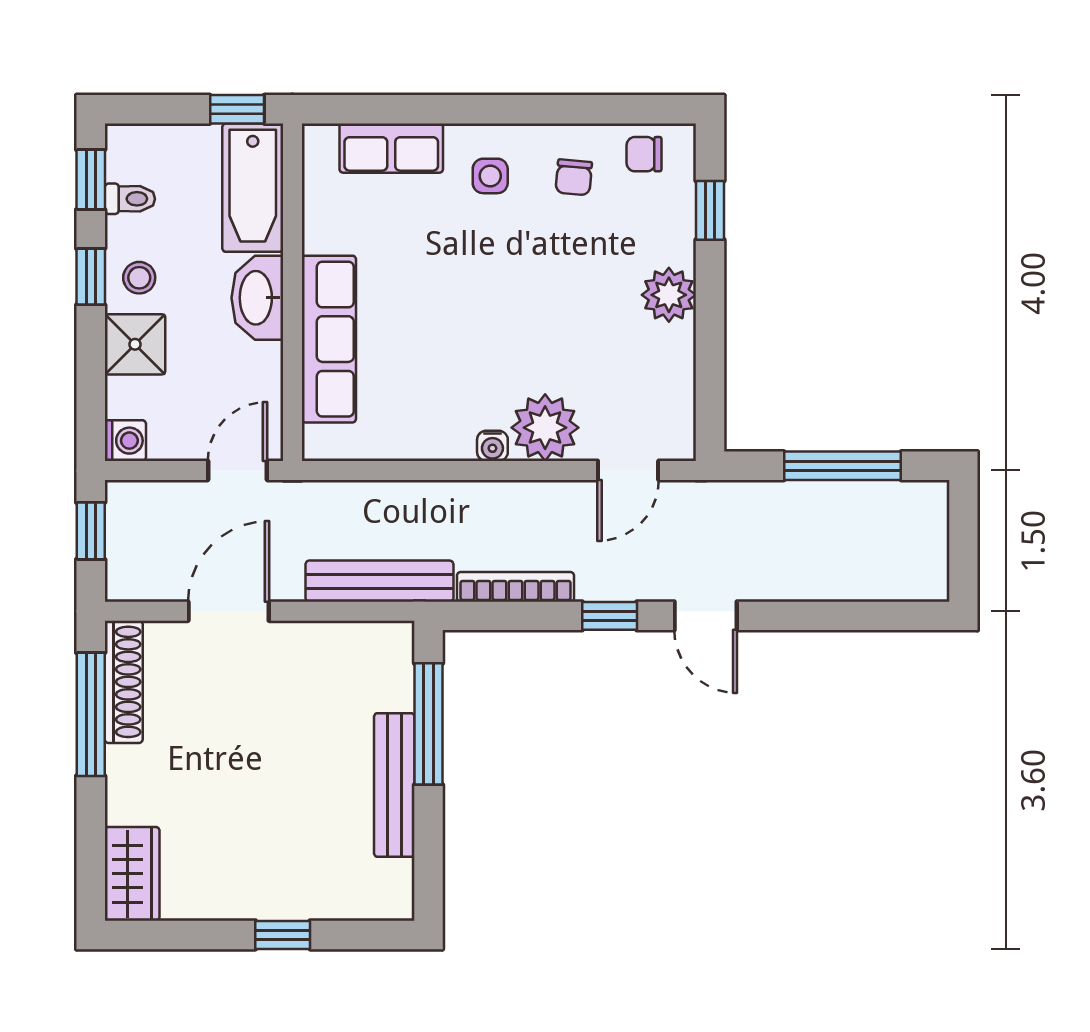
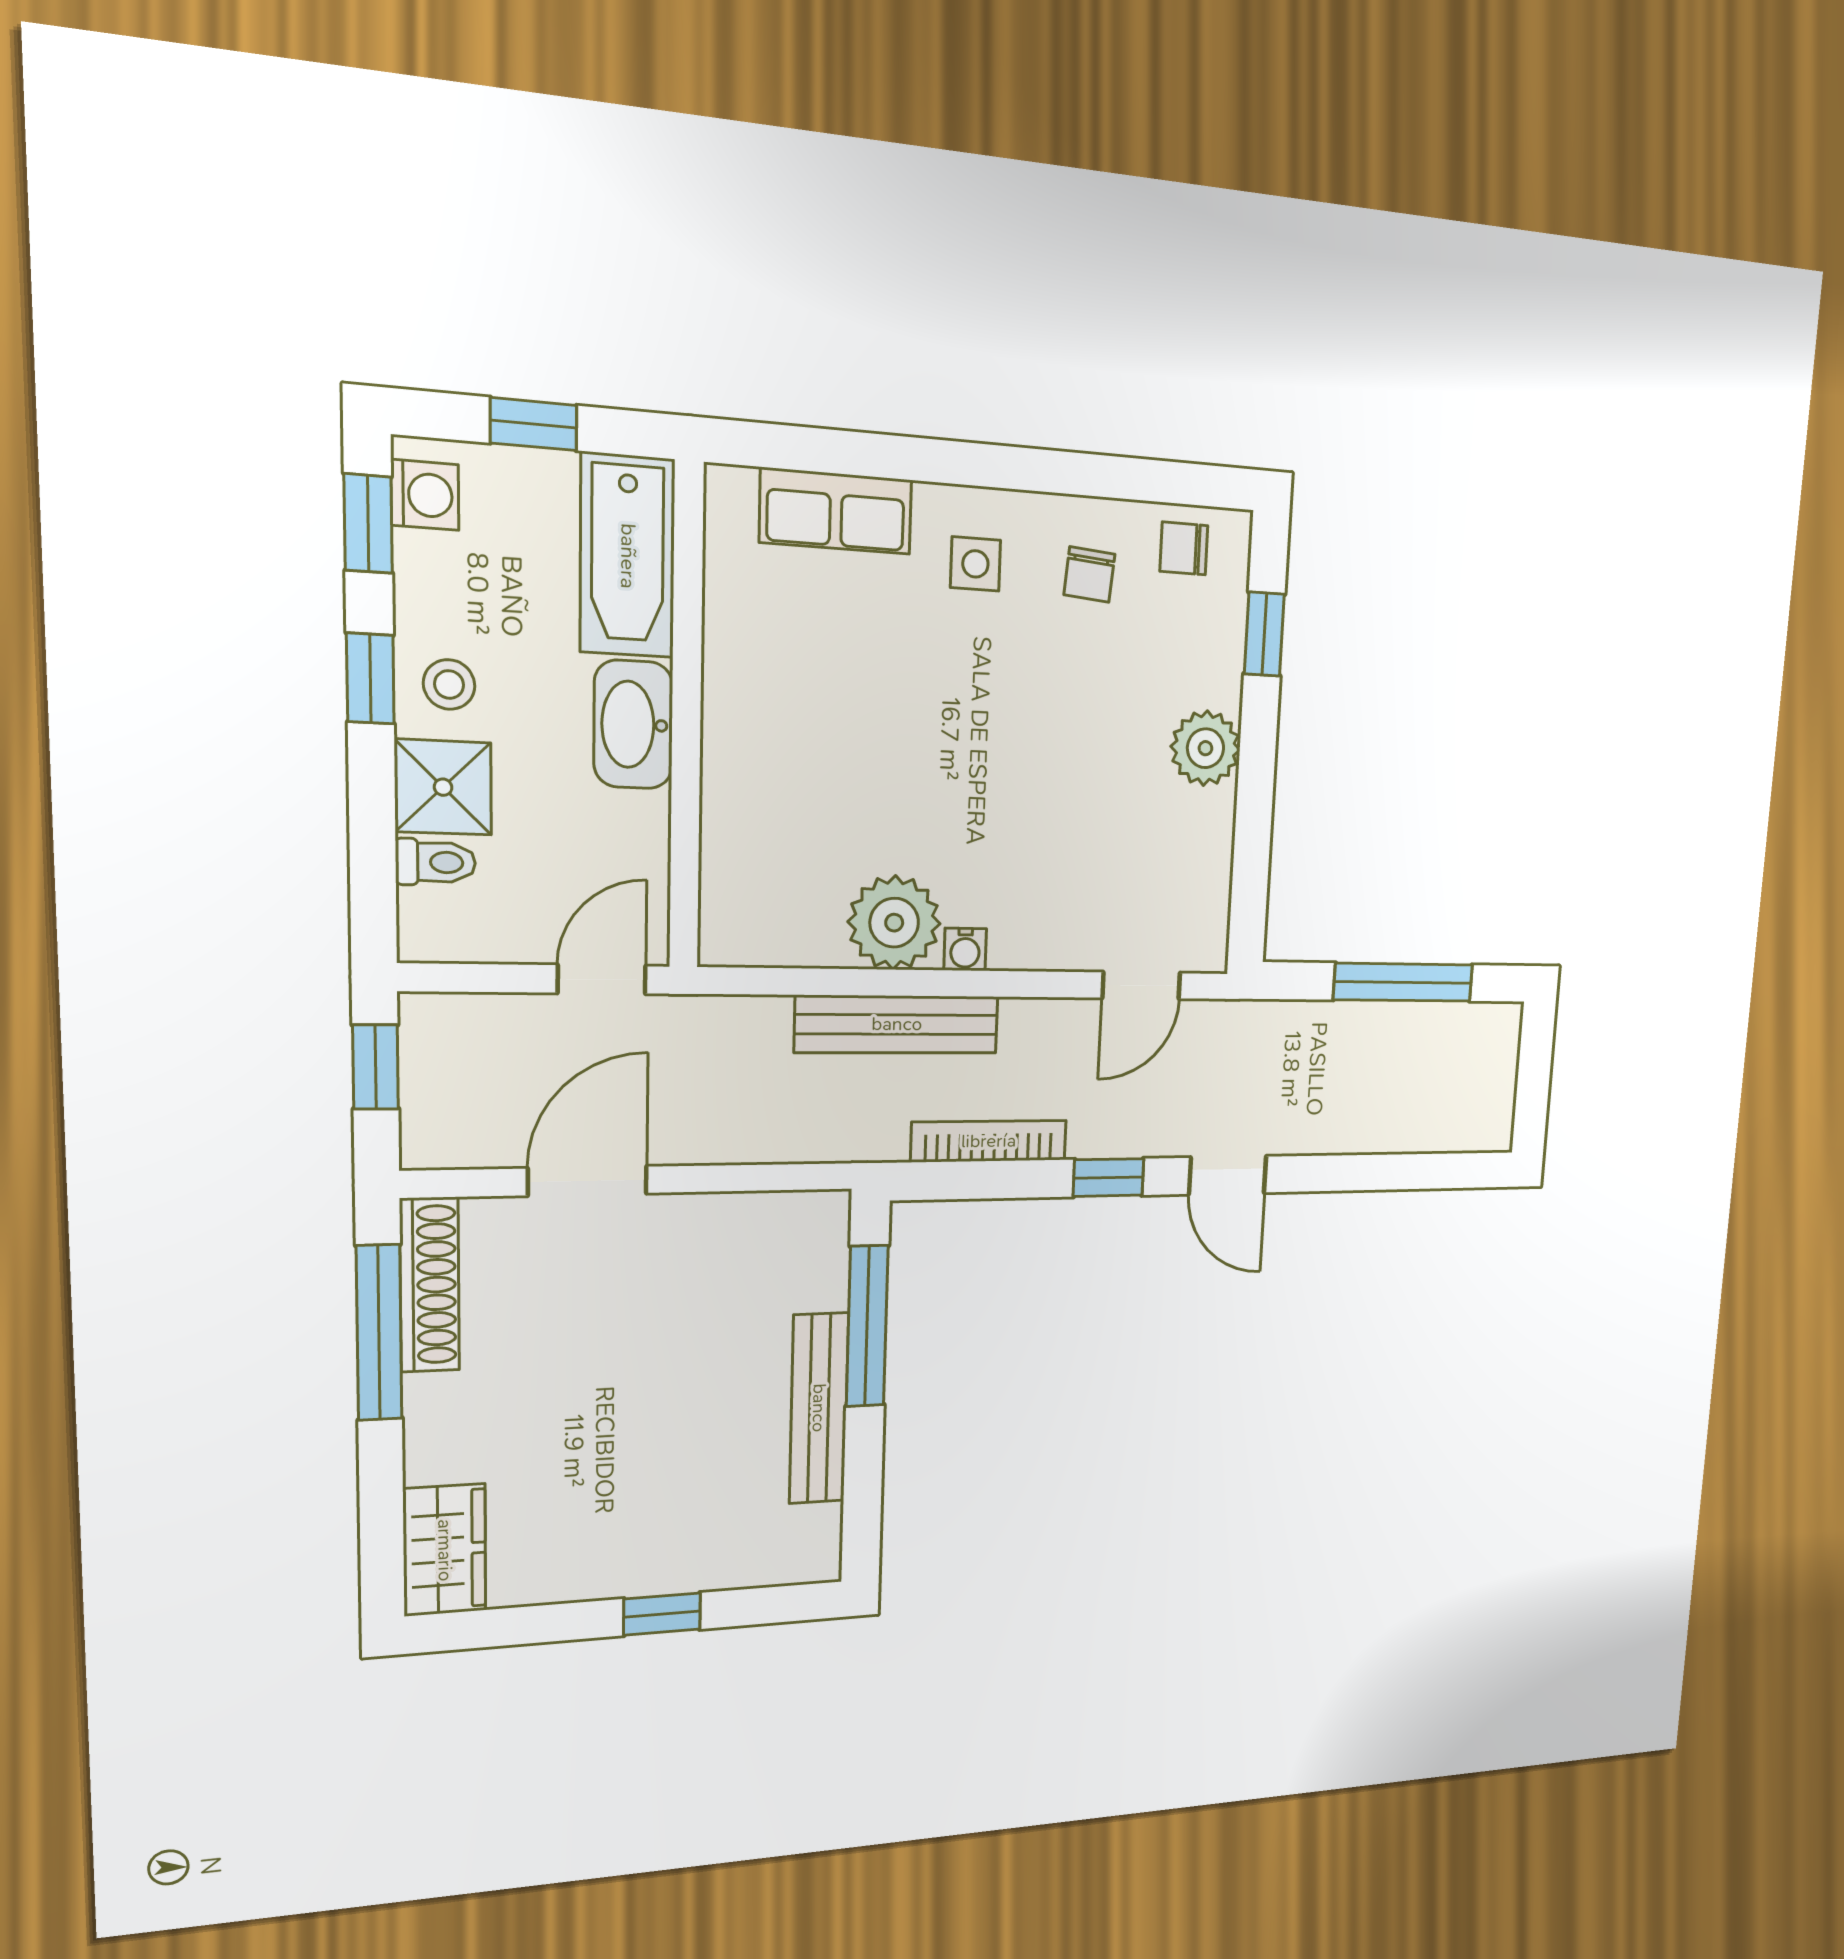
window: (237, 109) -> (534, 424), moved
toilet: (130, 199) -> (436, 862), moved
row of seats: (329, 339) -> (739, 791), removed
plant: (545, 428) -> (894, 923), moved
washing machine: (125, 441) -> (425, 495), moved
bench: (379, 581) -> (897, 1024), moved

